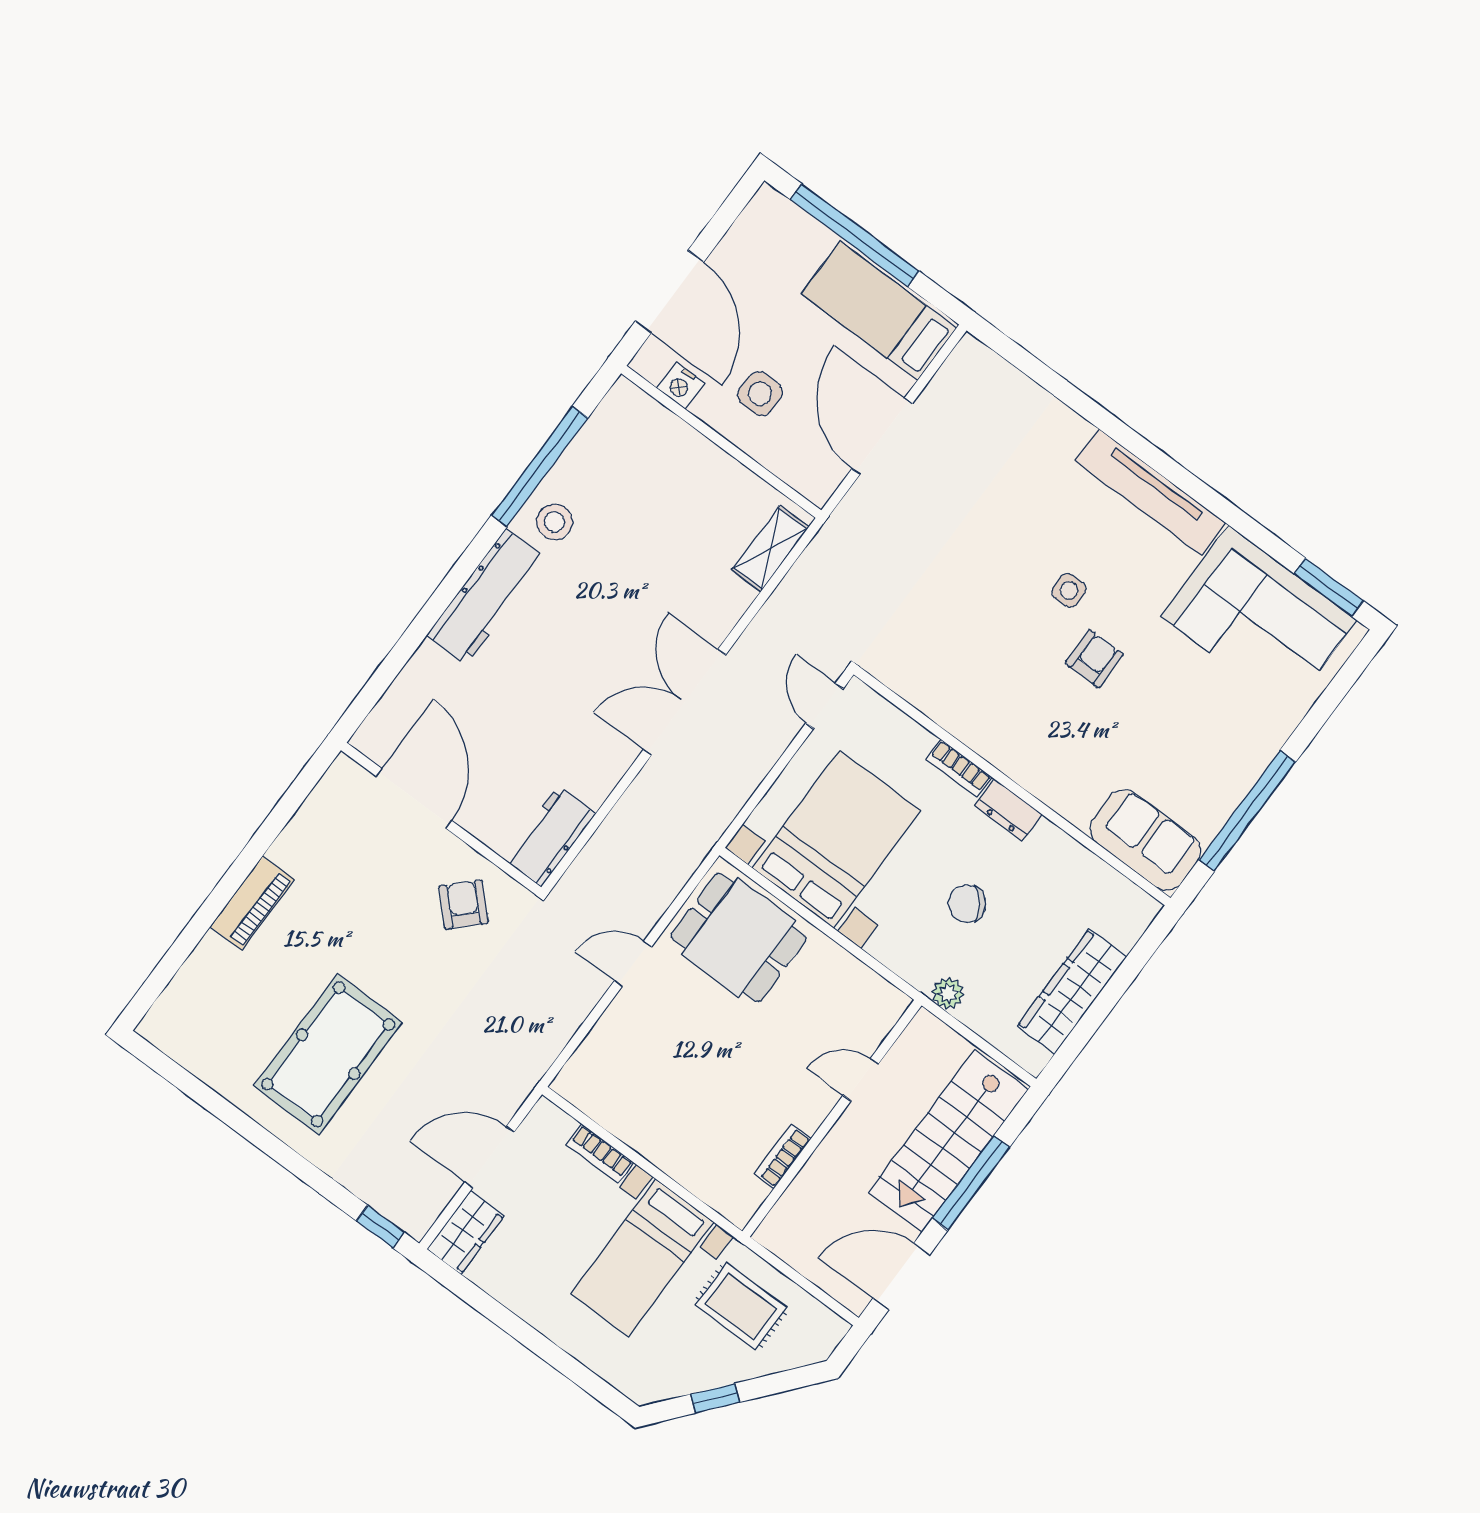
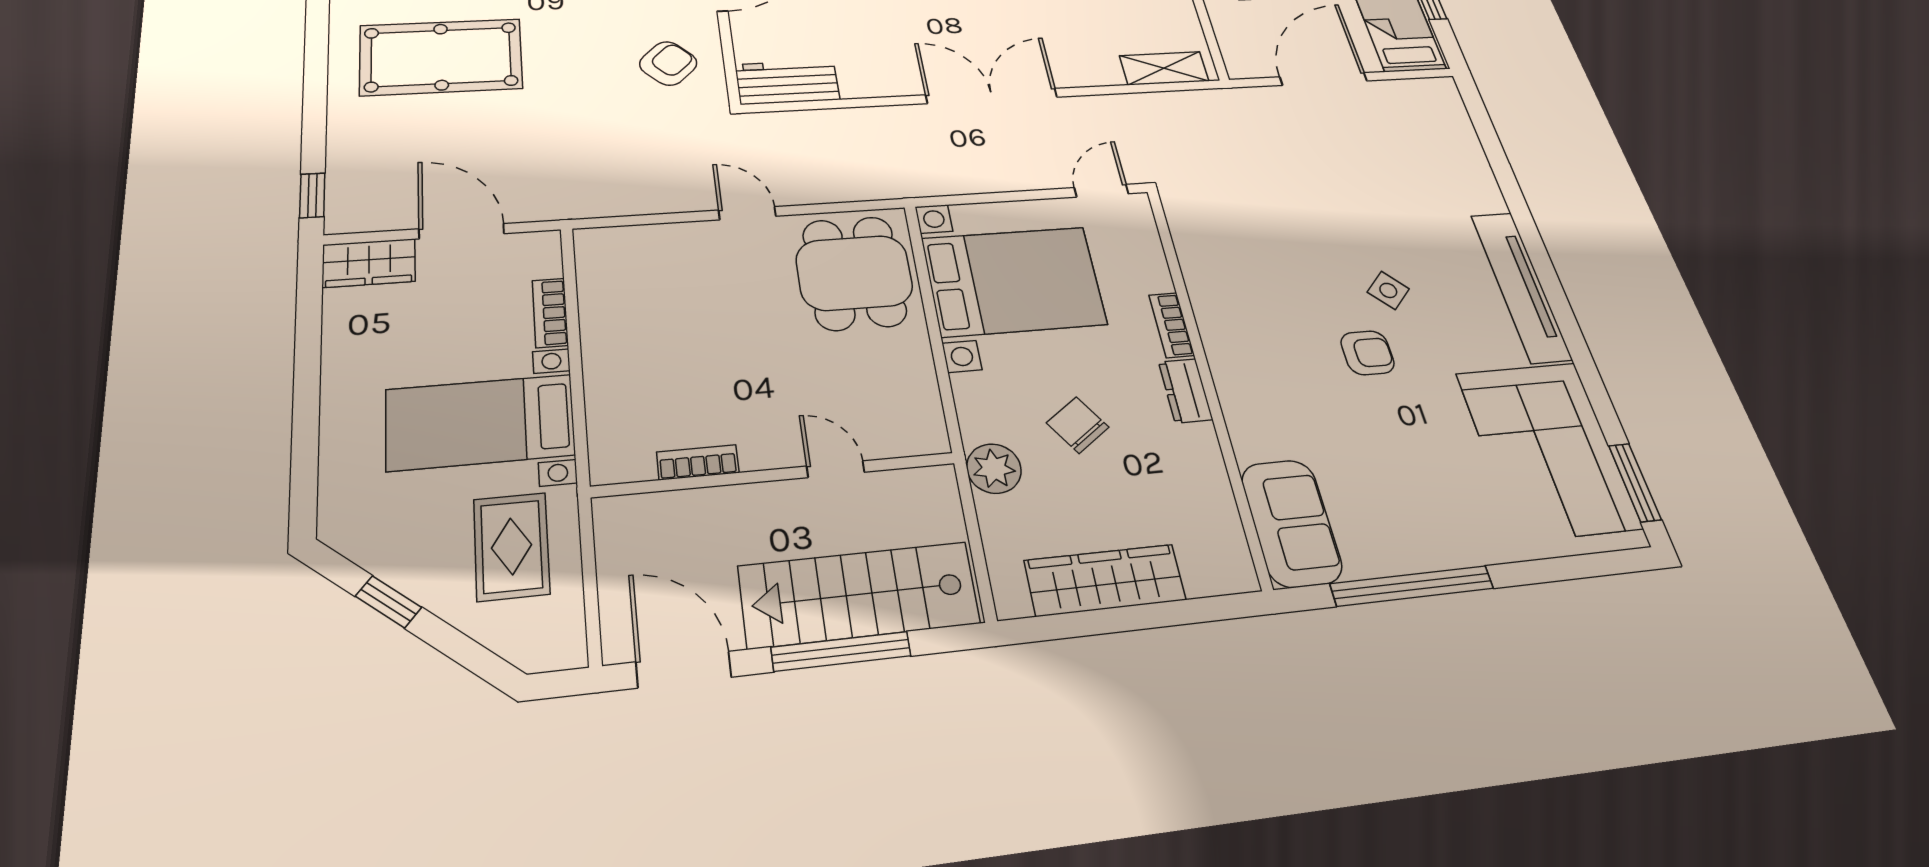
side table: (1069, 590) -> (1388, 290), turned 45
plant: (948, 993) -> (994, 469), width x1.38, depth x1.38

